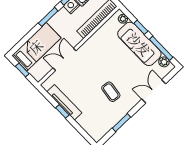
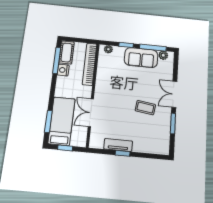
window: (48, 17) -> (48, 121), moved
sofa: (139, 44) -> (141, 58), width x0.73
double door: (154, 91) -> (174, 94), moved
tv unit: (64, 102) -> (118, 145), width x0.71

